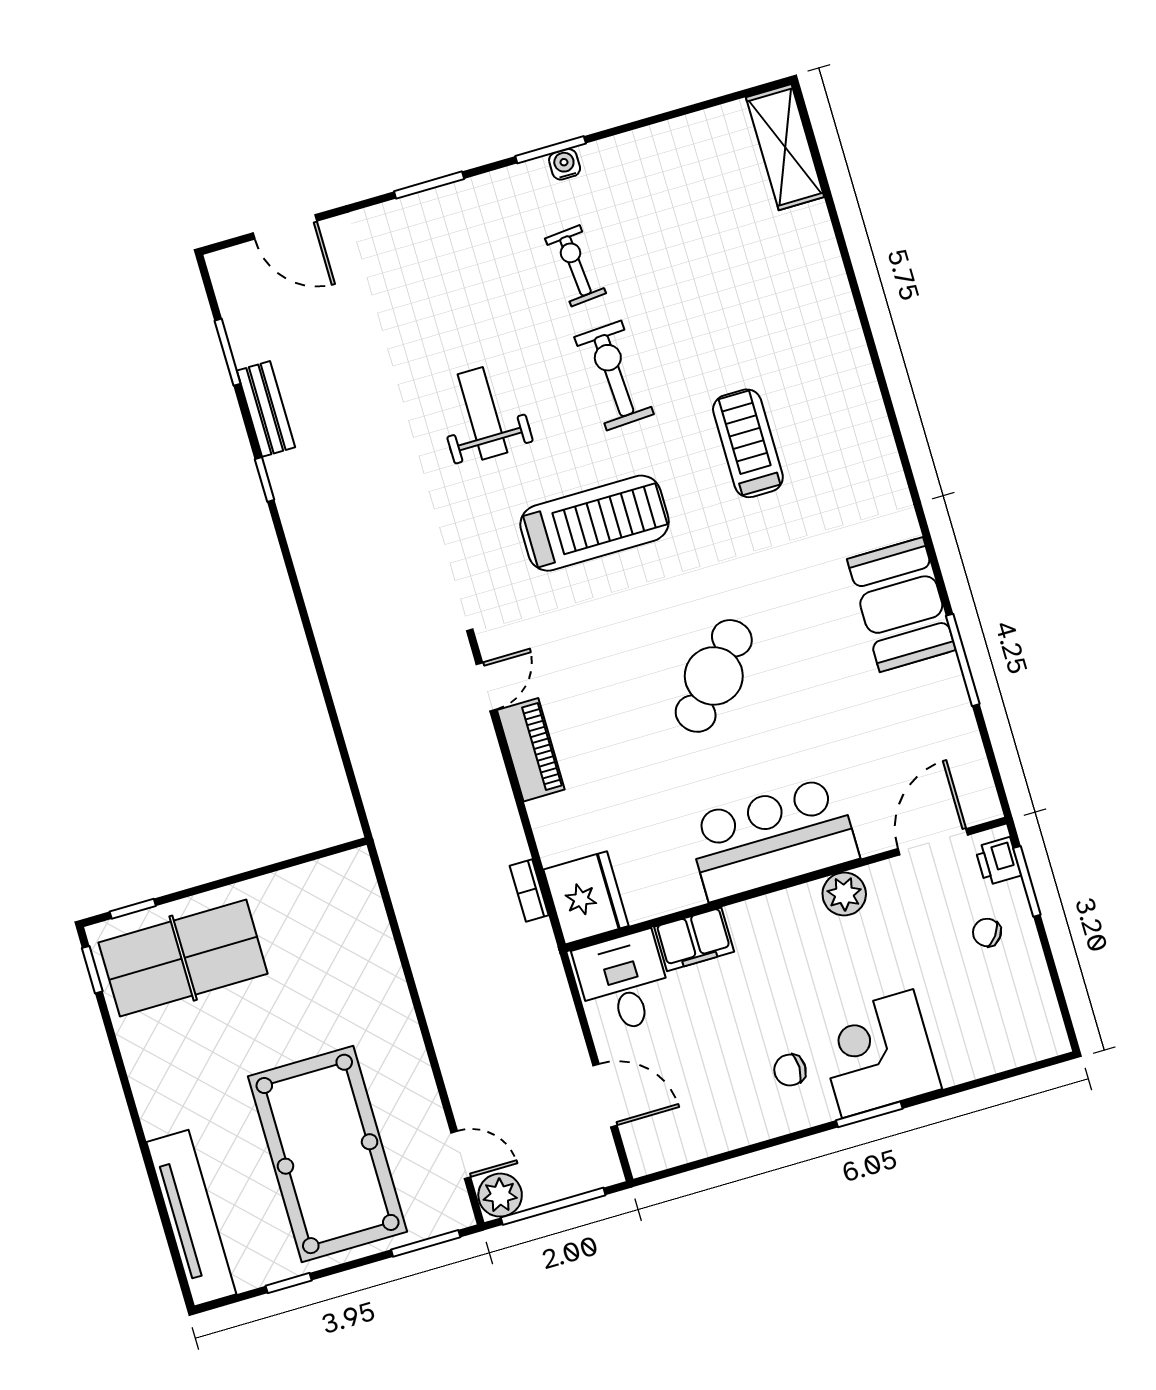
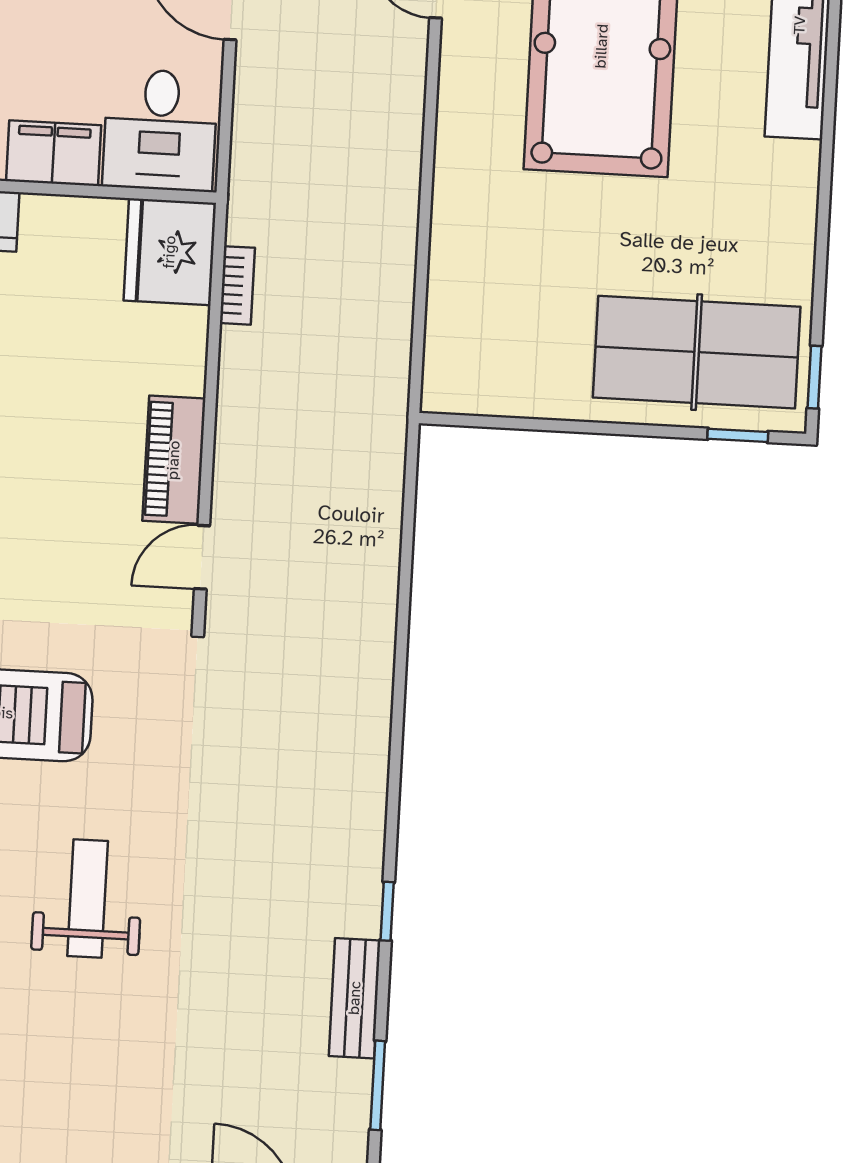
weight bench: (483, 413) -> (88, 899), turned 180

